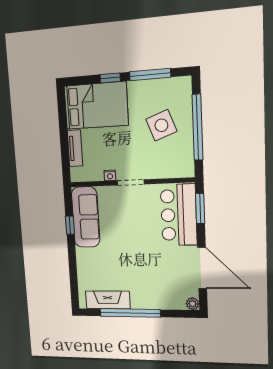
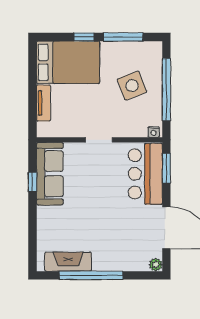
nightstand: (110, 175) -> (154, 132), moved

